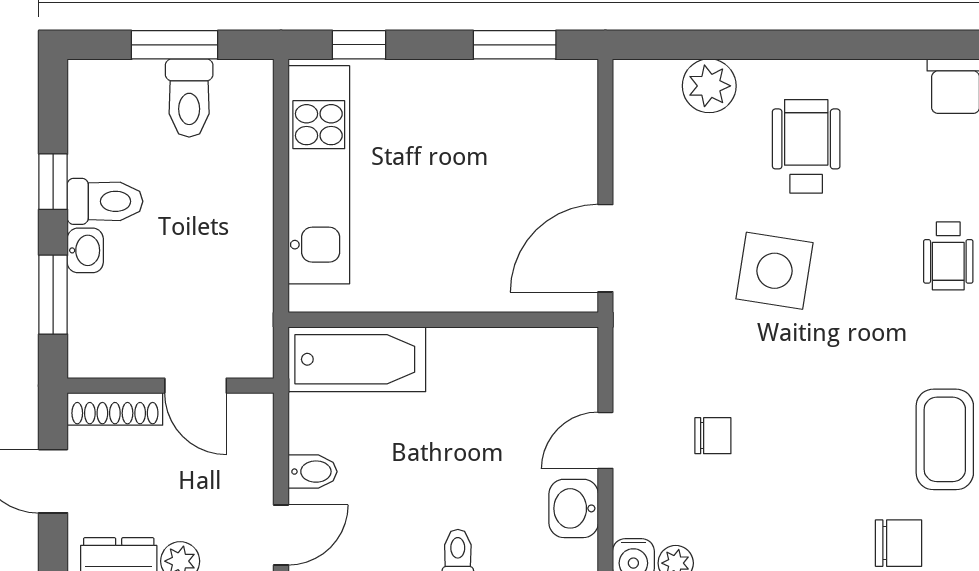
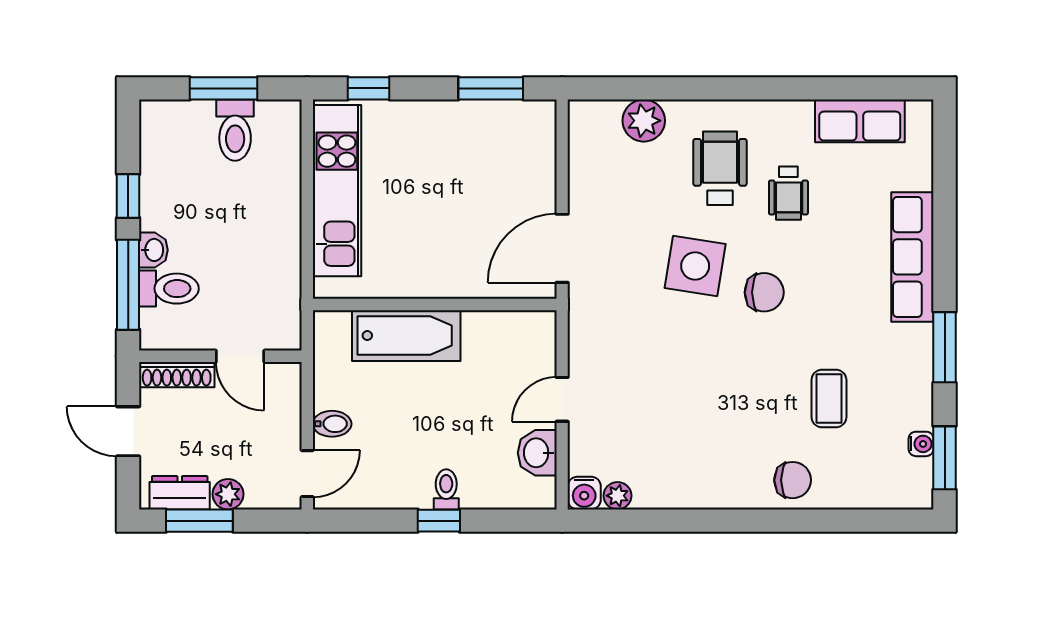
toilet: (105, 201) -> (169, 289), moved
wheelchair: (948, 256) -> (788, 193), moved
window: (53, 295) -> (128, 285), width x1.44
bathtub: (357, 359) -> (406, 336), moved
chair: (713, 436) -> (764, 292), moved, width x1.37, depth x1.37
coffee table: (945, 439) -> (829, 399), width x0.73, depth x0.77

